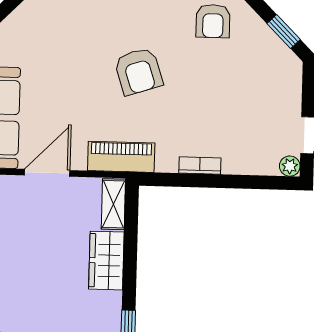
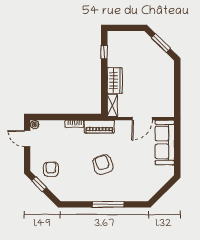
armchair: (213, 21) -> (51, 169), moved
piano: (121, 157) -> (99, 127), moved

